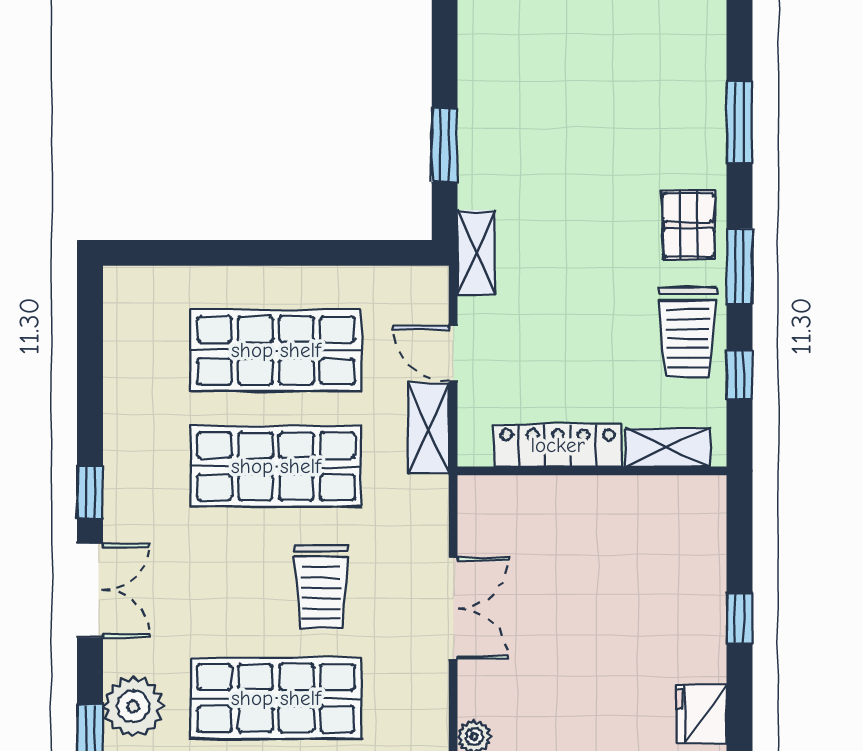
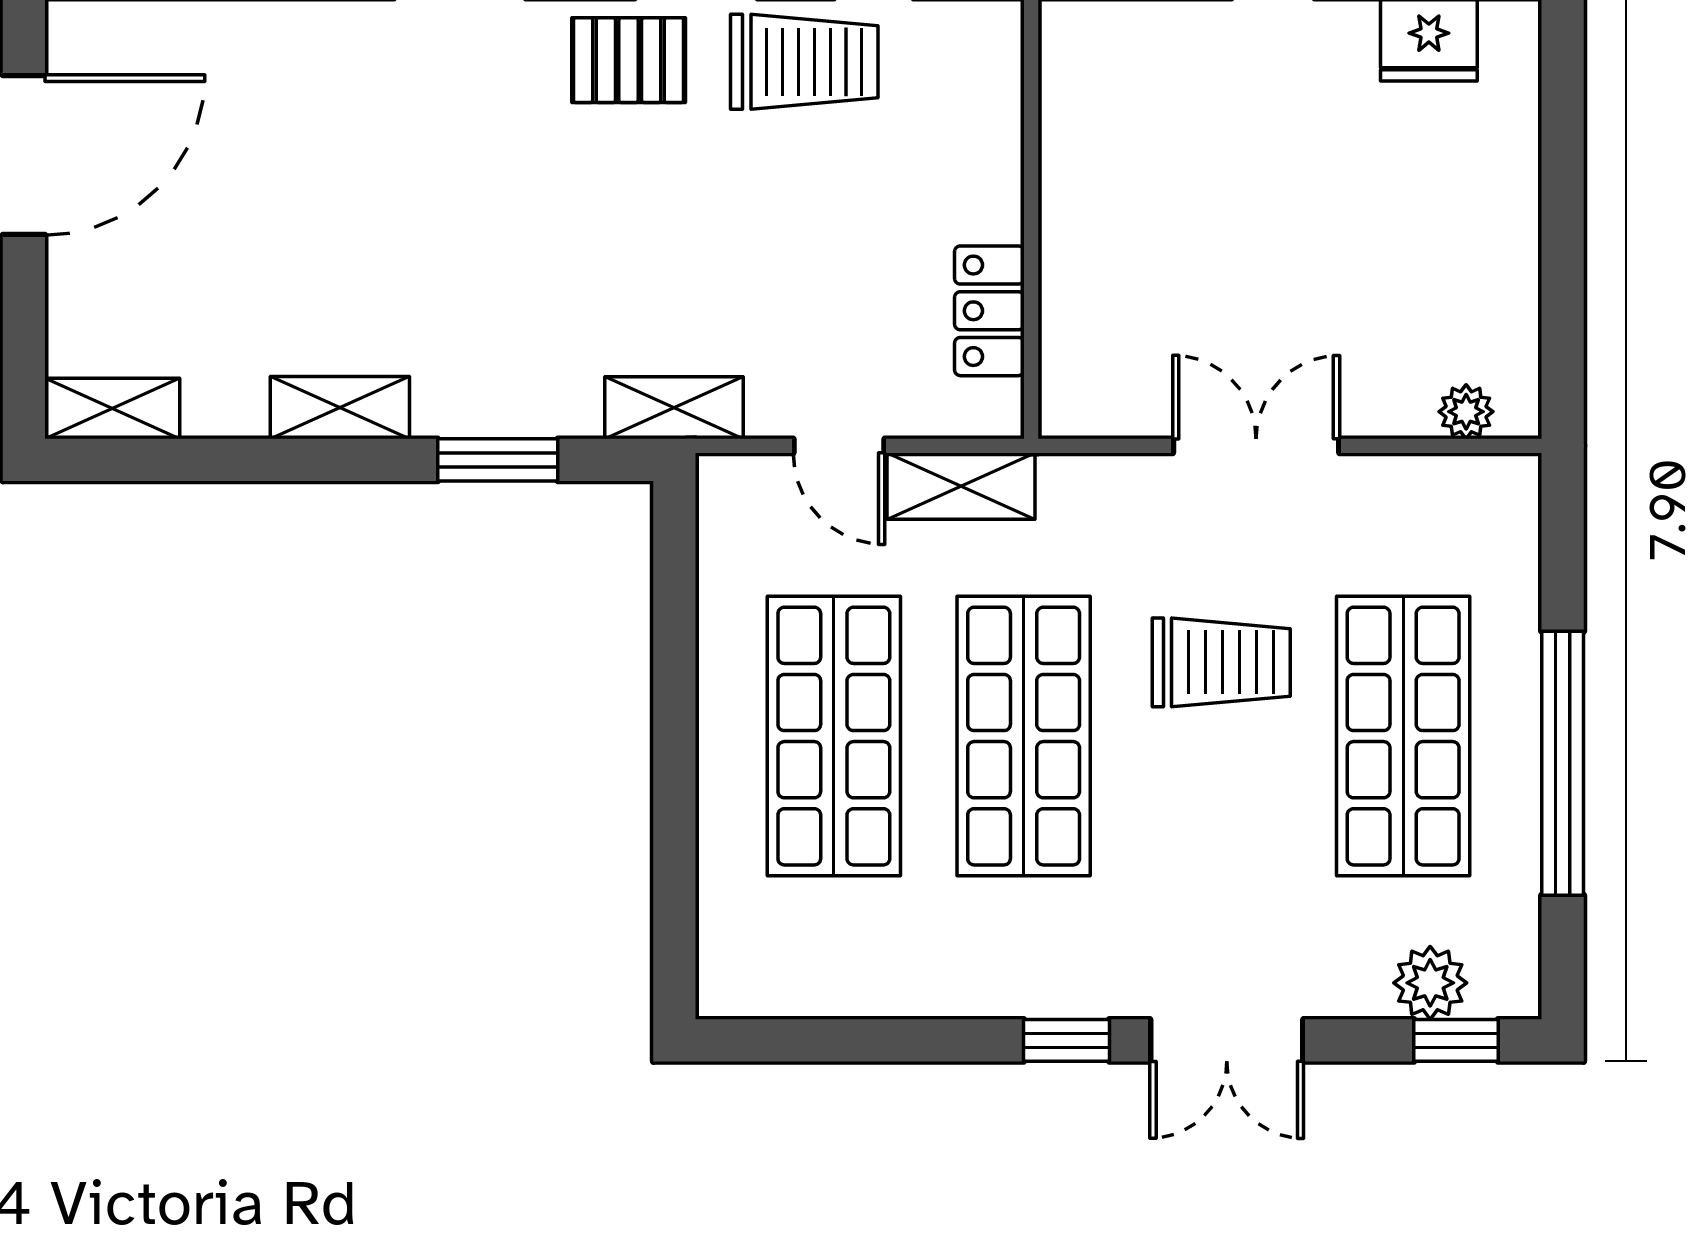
door: (453, 353) -> (839, 446), hinge flipped
locker: (558, 445) -> (989, 311), width x0.66
shelving: (668, 447) -> (340, 408), moved, turned 90
double door: (90, 590) -> (1227, 1040), swing flipped
plant: (133, 707) -> (1430, 983), width x0.73, depth x0.73

